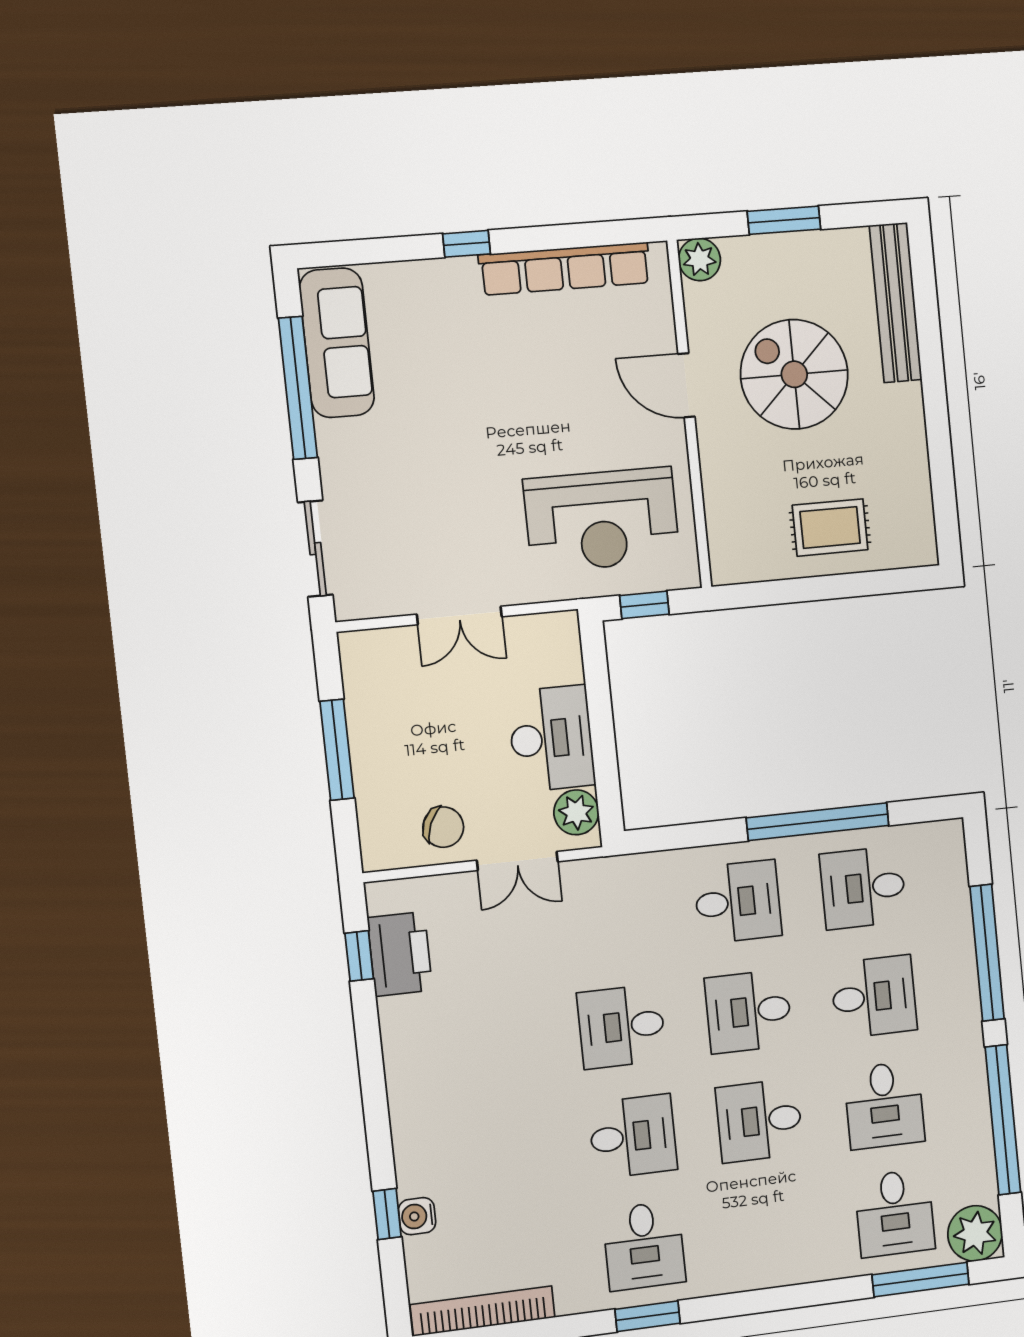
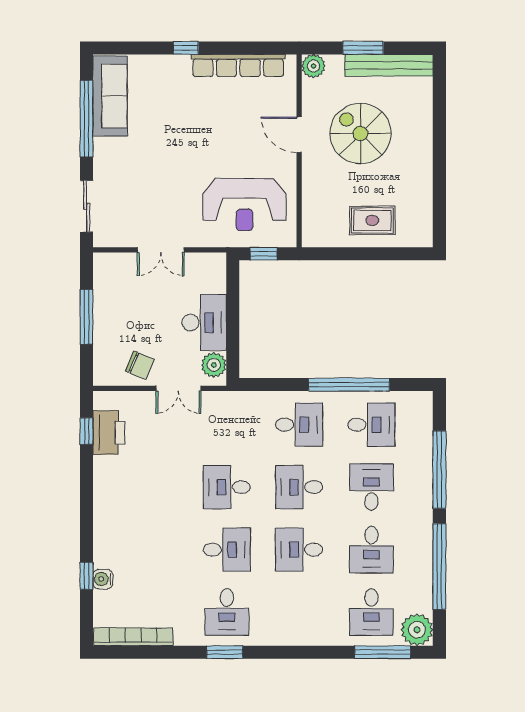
bench: (896, 303) -> (389, 65), moved, turned 90
desk: (863, 888) -> (371, 425), turned 180
desk: (874, 997) -> (371, 487), turned -90

